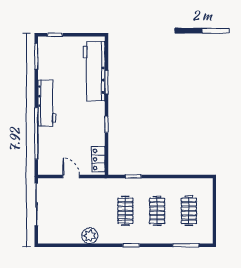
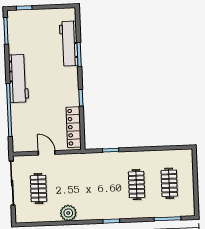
workbench: (94, 71) -> (69, 44), width x0.73, depth x0.76
locker: (98, 159) -> (74, 127), width x1.53
clothes rail: (125, 211) -> (38, 189), moved

